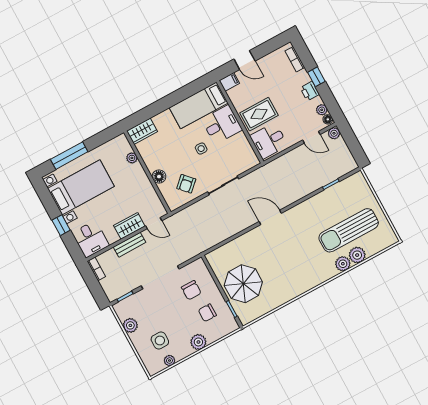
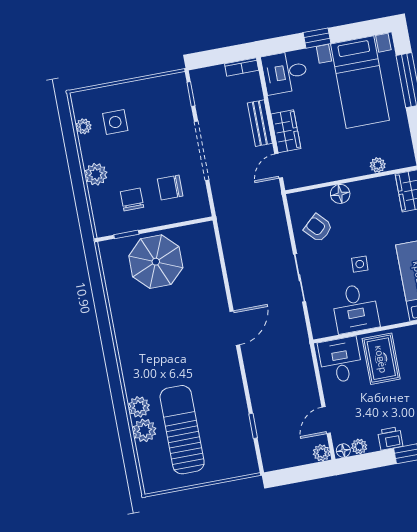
desk: (222, 125) -> (355, 308), moved
plant: (130, 325) -> (149, 88), removed

